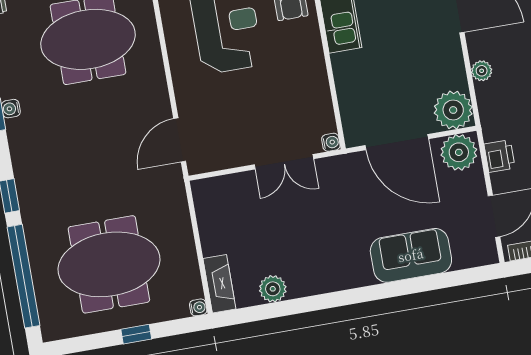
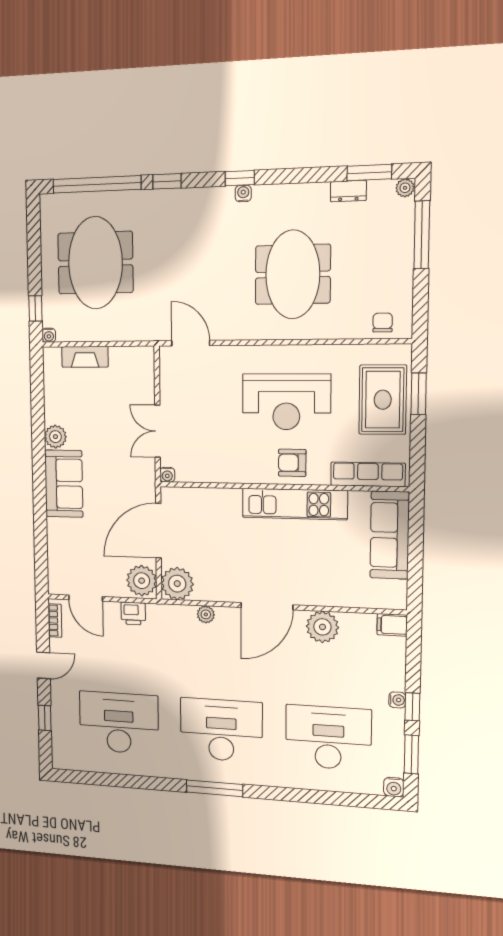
sofa: (411, 255) -> (64, 484), moved
fireplace: (219, 284) -> (85, 357), moved
plant: (273, 289) -> (55, 437), moved
window: (136, 334) -> (35, 308), moved

